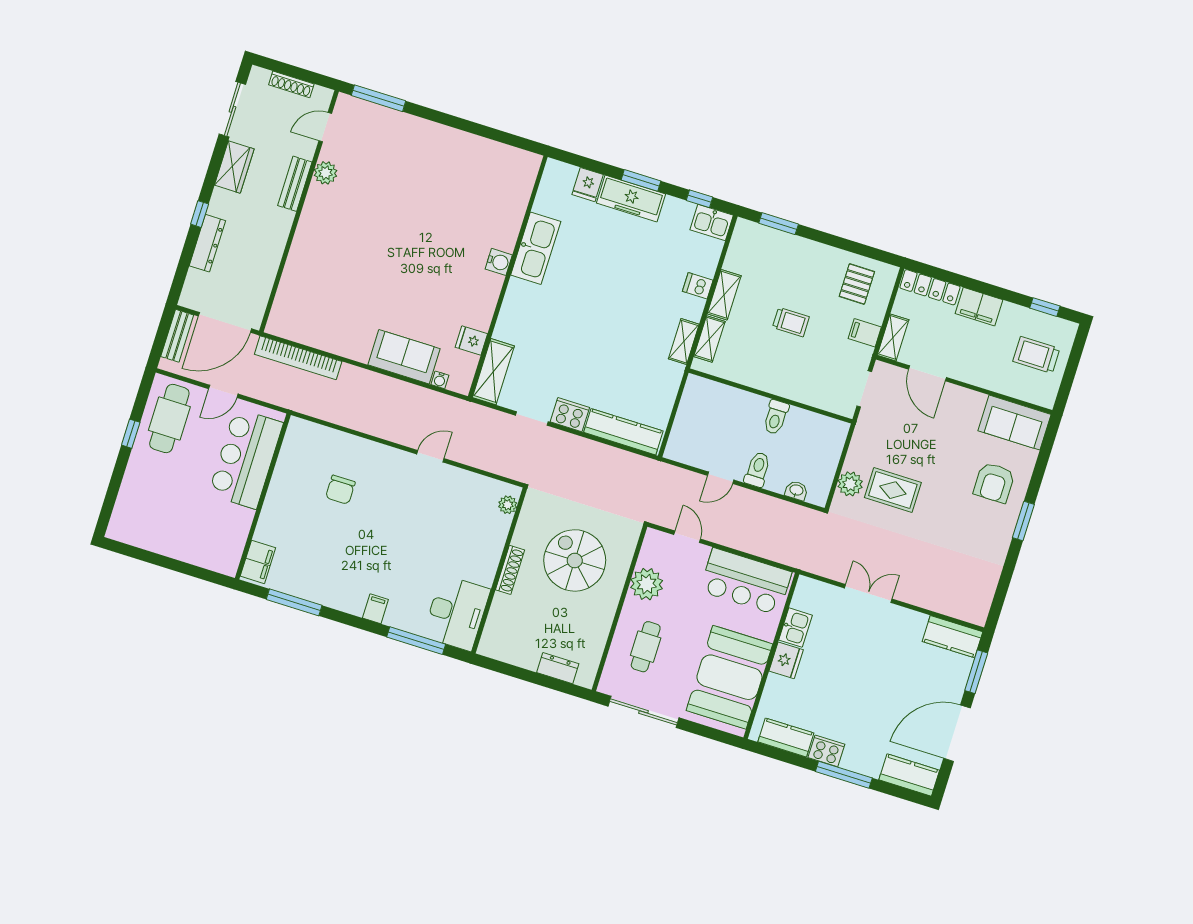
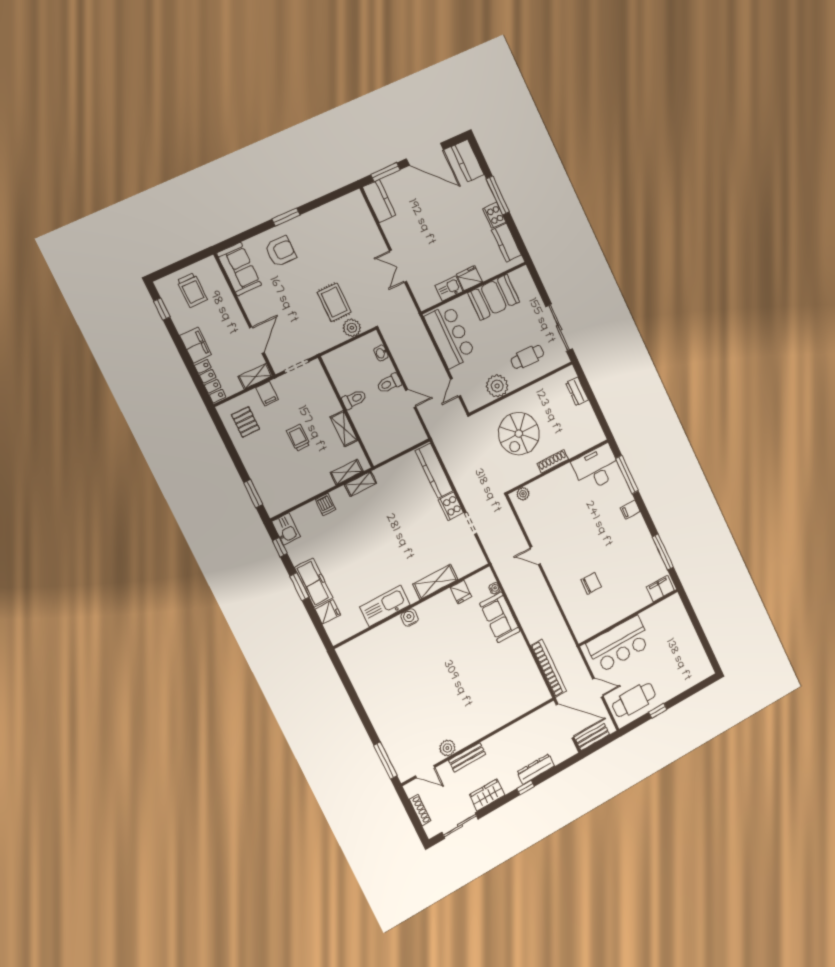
pallet: (857, 284) -> (246, 422), turned 90
shelving: (724, 295) -> (344, 429), moved, turned 90
shelving: (493, 372) -> (435, 582), moved
booth: (729, 677) -> (494, 297), width x0.73, depth x0.70

